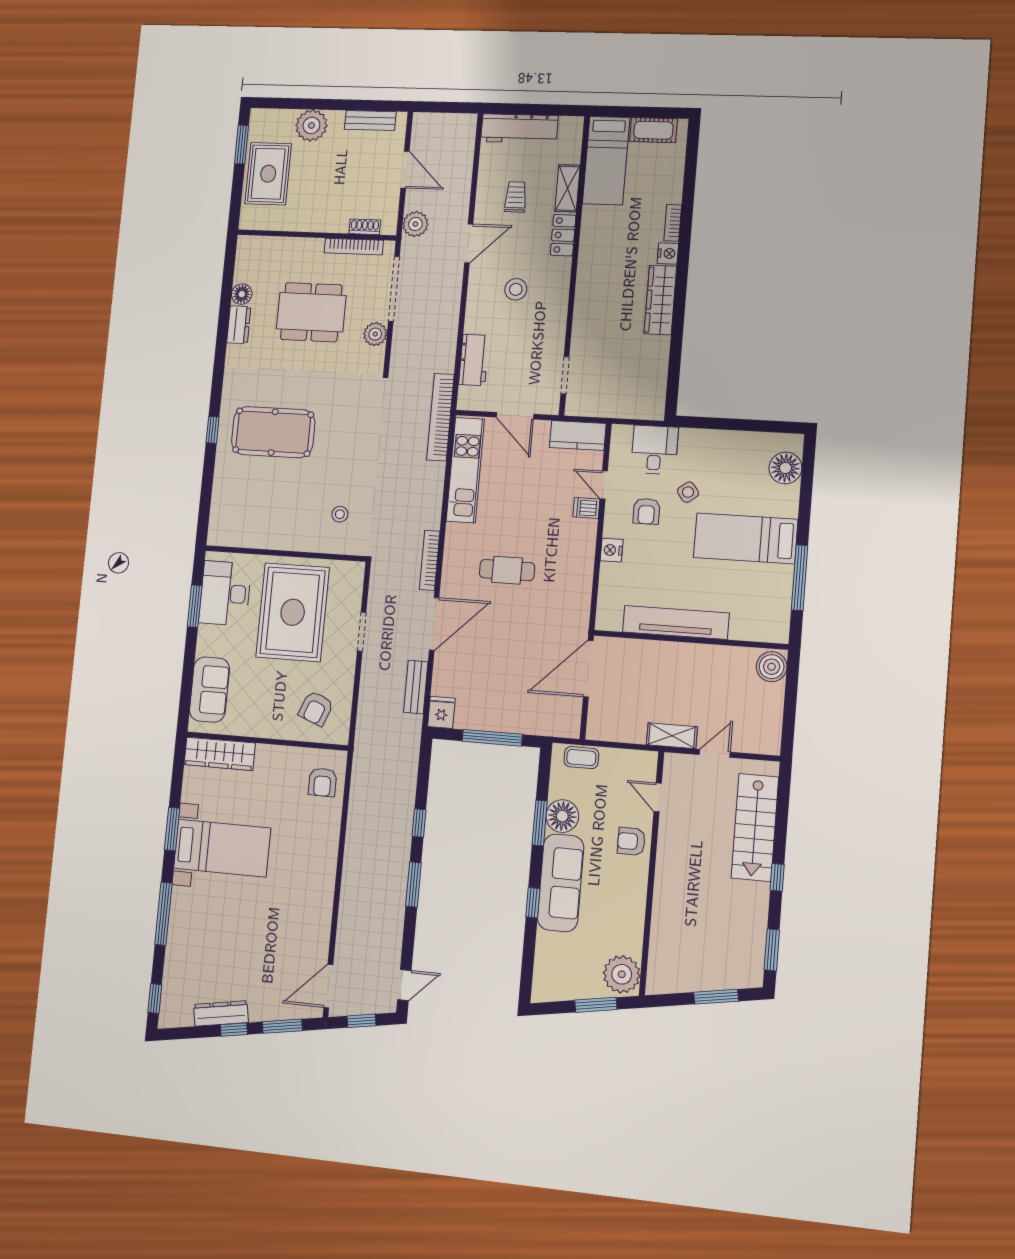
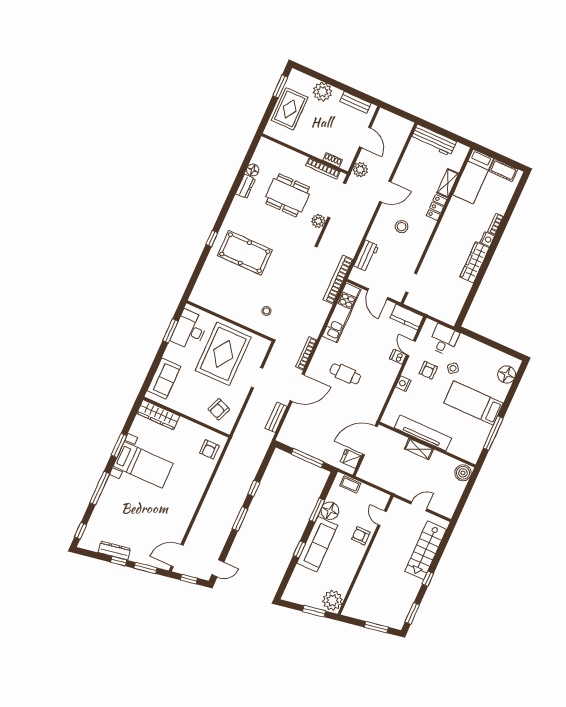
trolley: (516, 197) -> (419, 177), removed
fridge: (441, 712) -> (351, 459), moved, turned -90
shelving: (672, 736) -> (419, 449), moved

